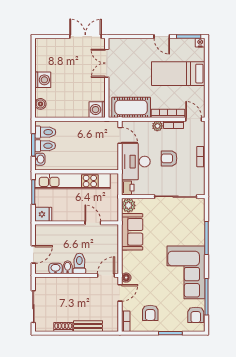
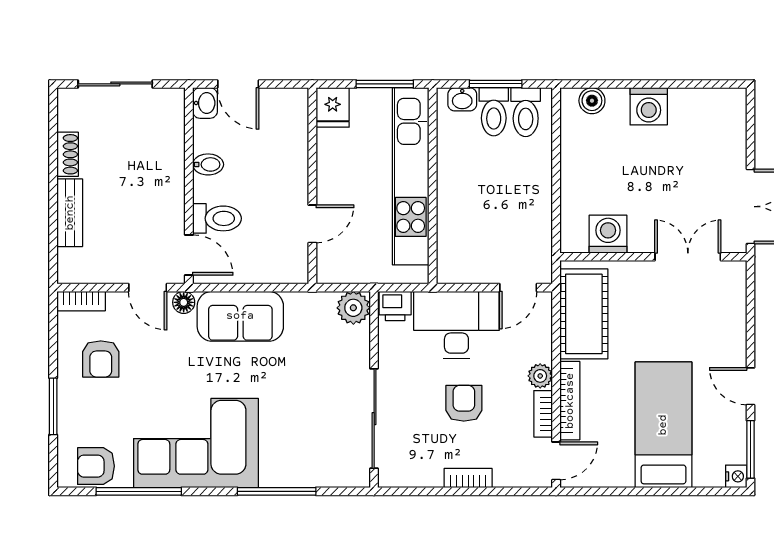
door: (162, 37) -> (751, 386), hinge flipped
washing machine: (97, 110) -> (608, 234), moved
sofa: (132, 232) -> (240, 316), moved
toilet: (79, 263) -> (217, 218), moved
washbasin: (56, 269) -> (205, 103), moved
armchair: (150, 313) -> (101, 359), turned -90

